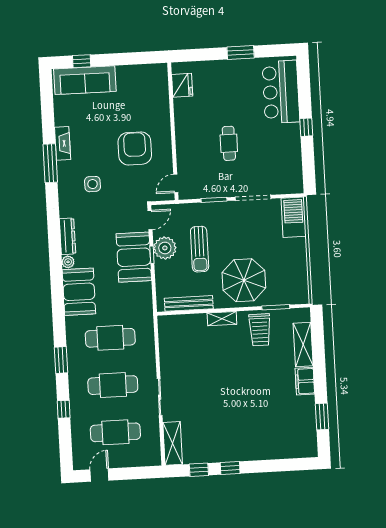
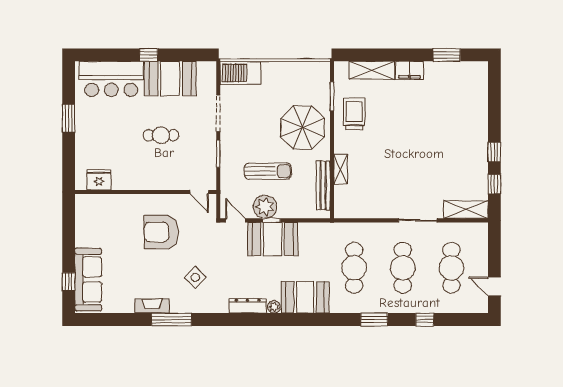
booth: (284, 149) -> (170, 78), added
side table: (92, 184) -> (195, 277), turned 45
shelving: (222, 319) -> (341, 169), moved
trolley: (260, 330) -> (354, 114), turned -90

